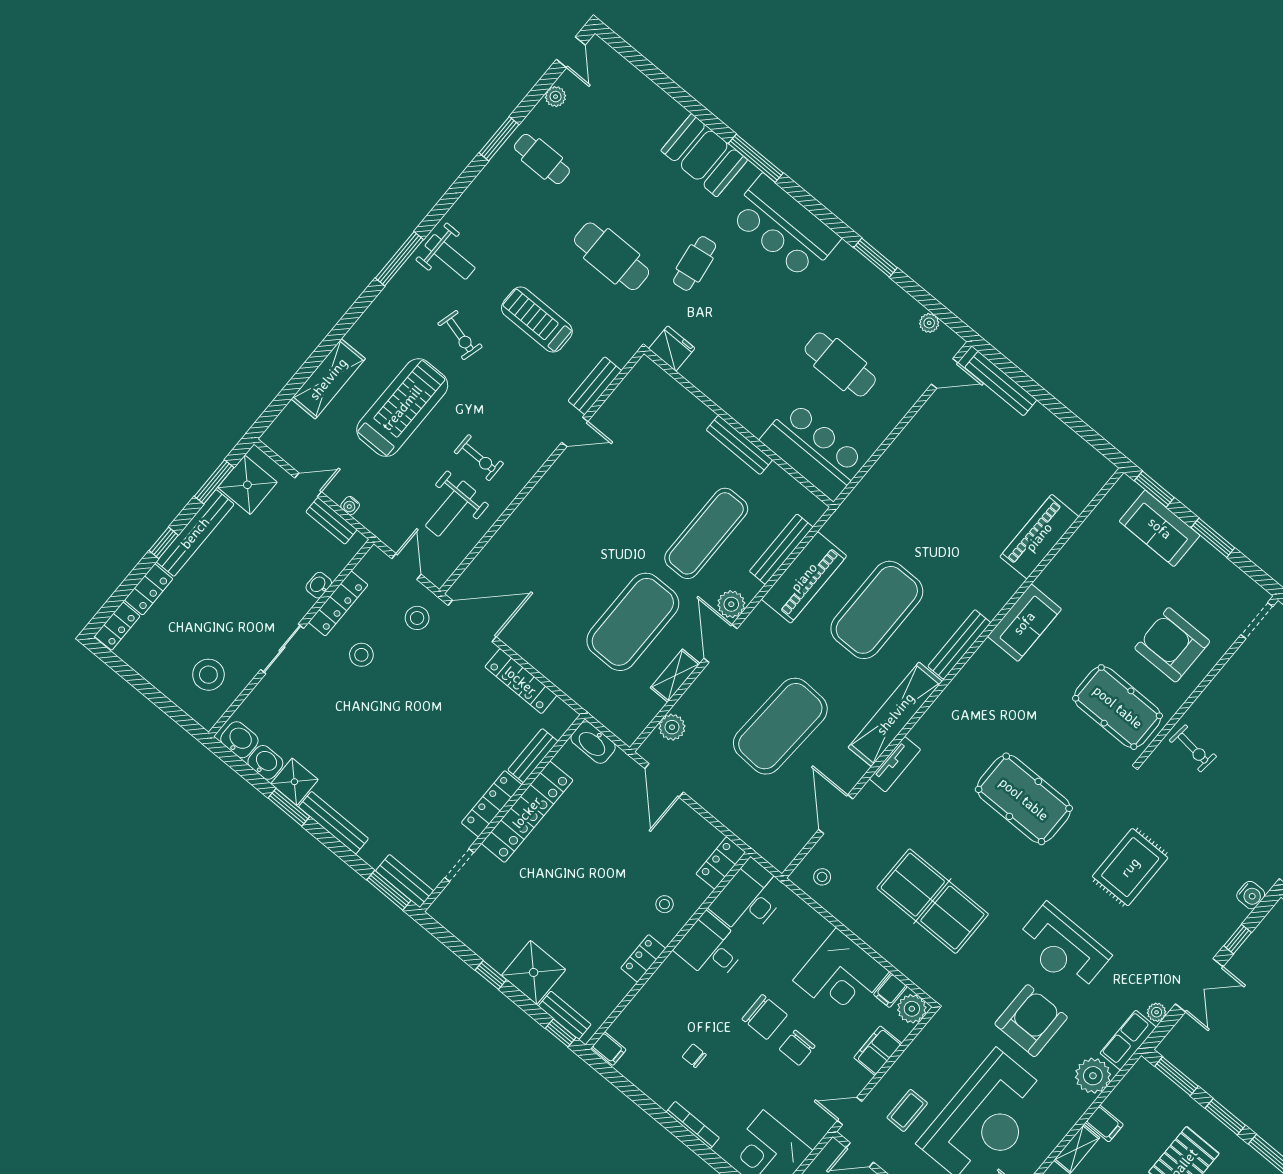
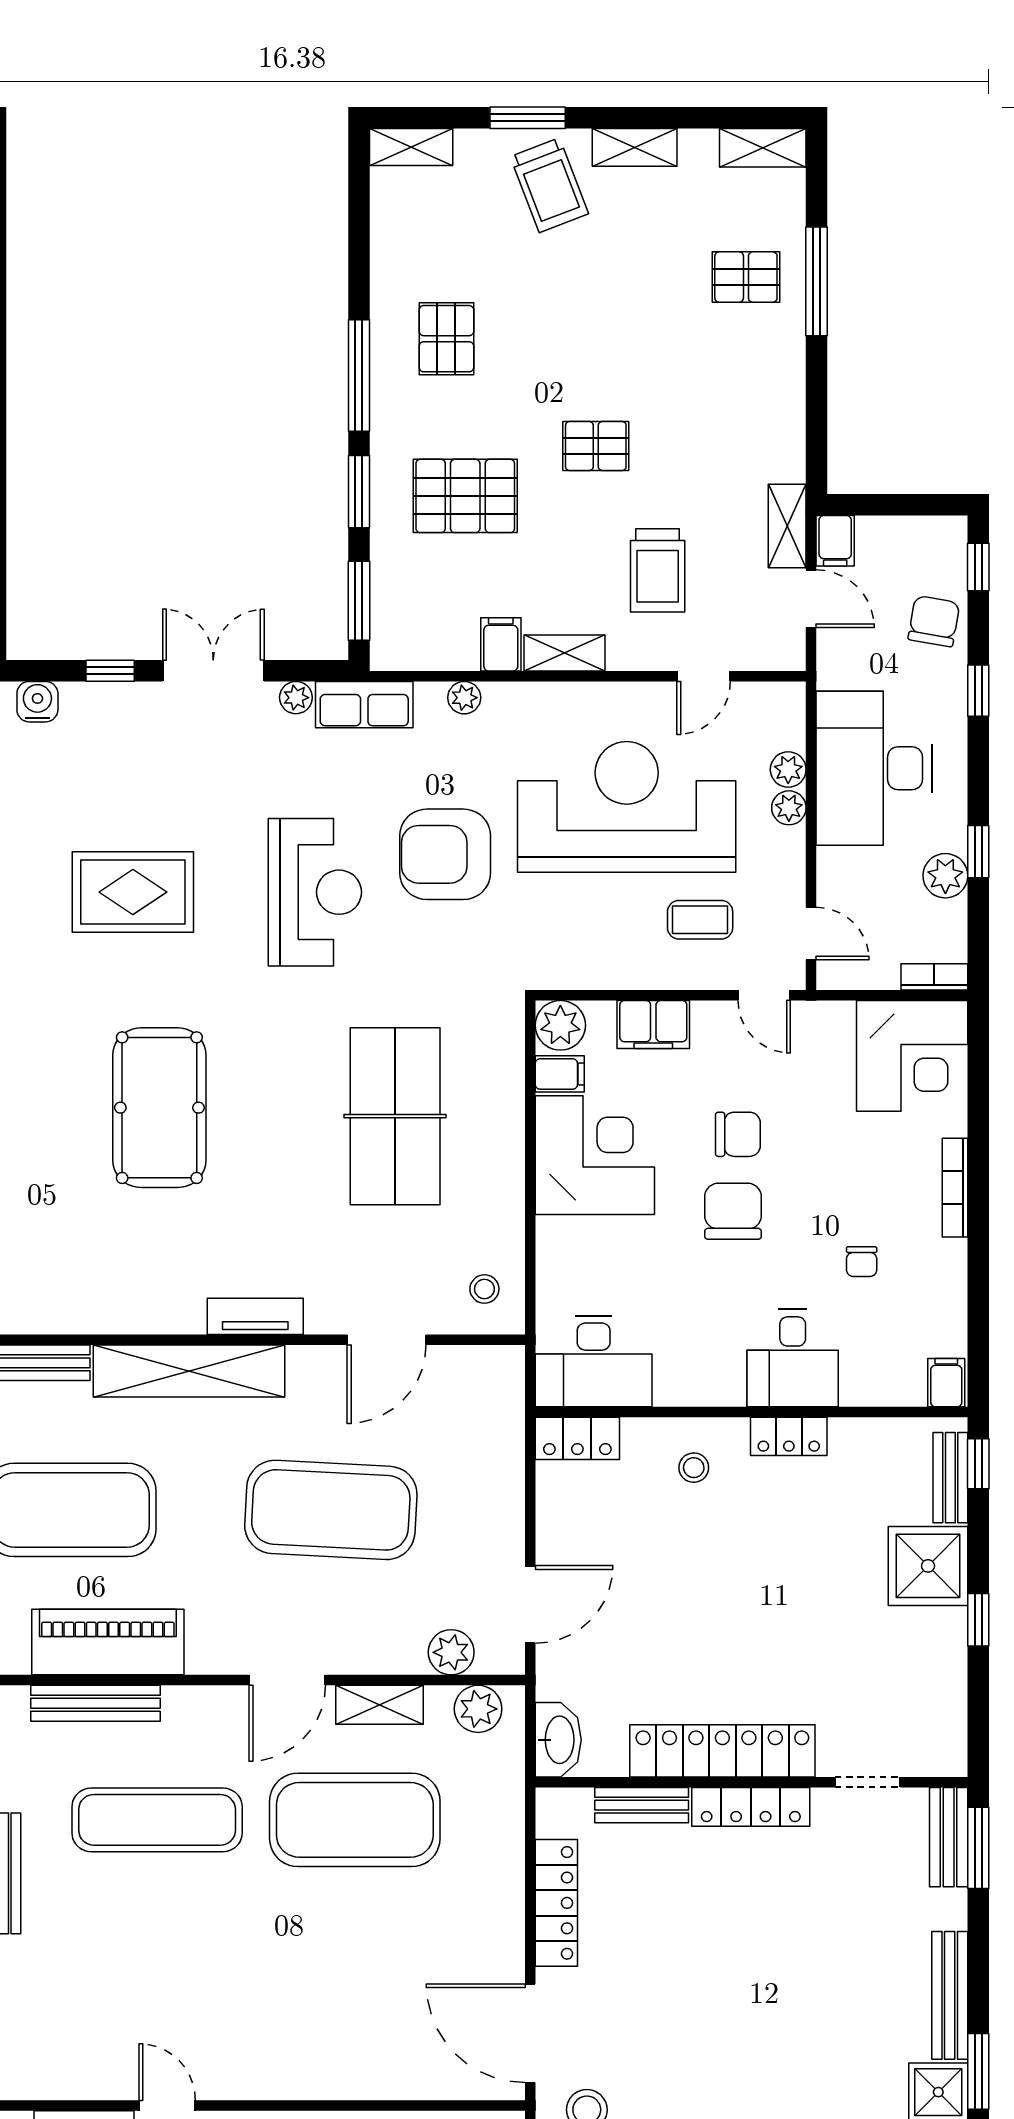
plant: (731, 604) -> (478, 1709), moved
desk: (711, 948) -> (793, 1358), moved
plant: (1093, 1076) -> (464, 698), width x0.53, depth x0.53

